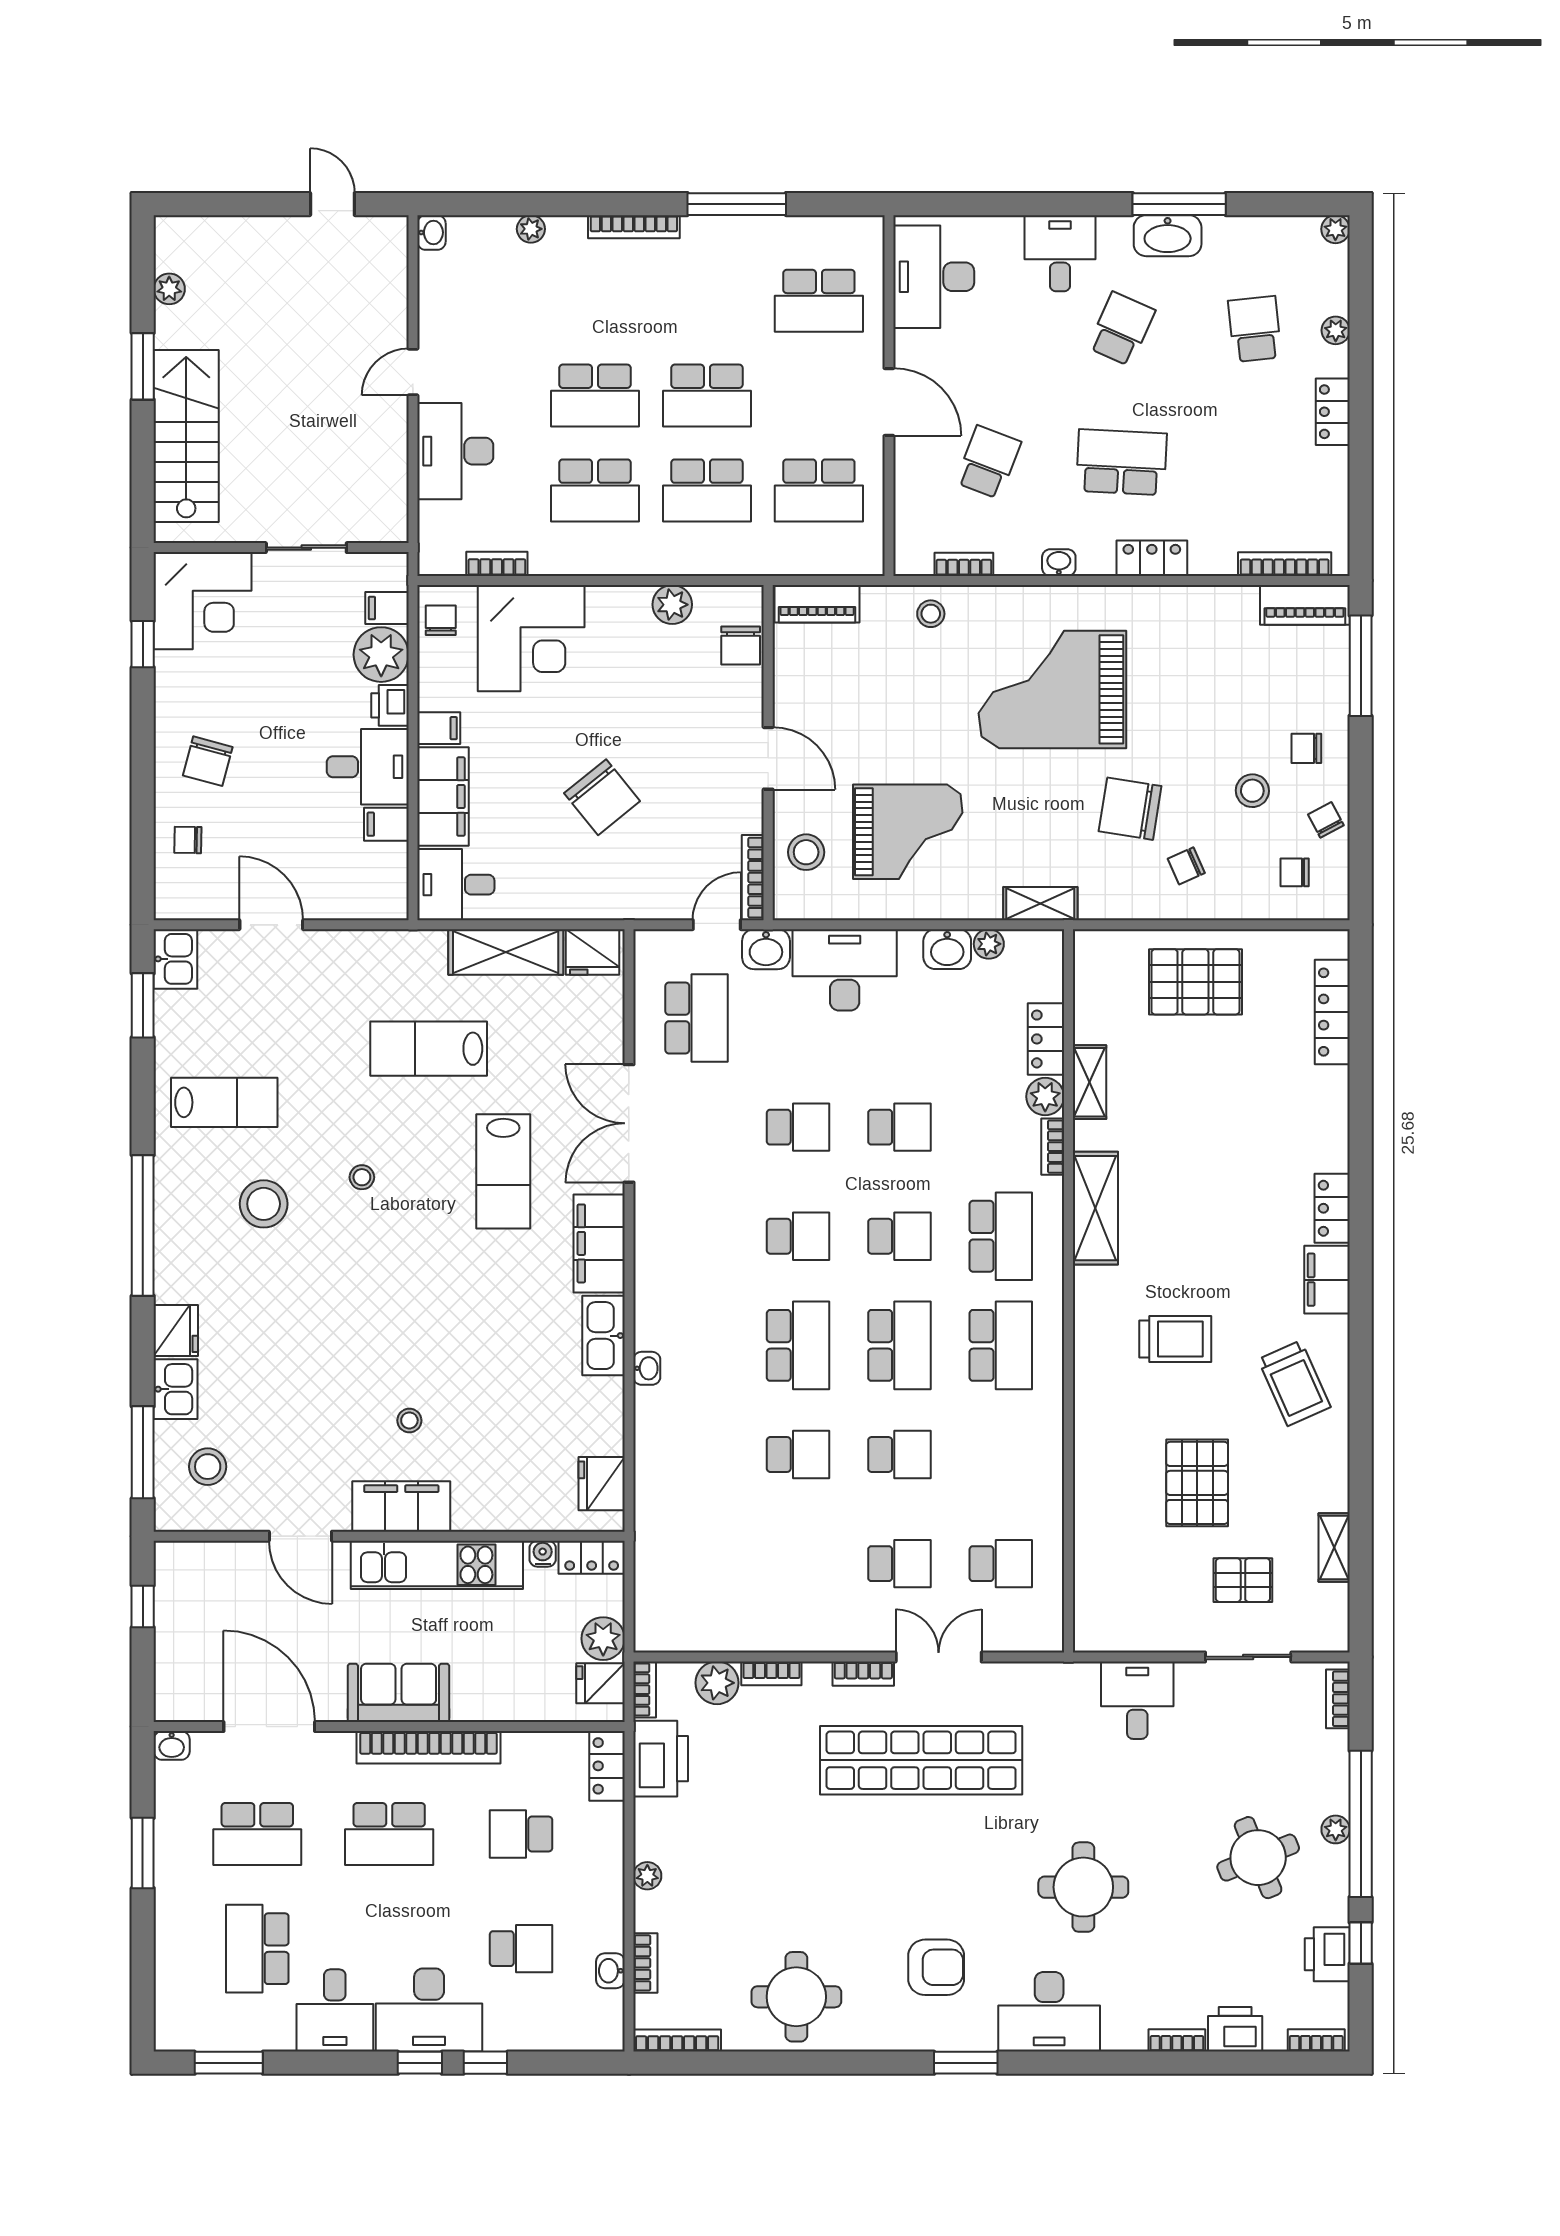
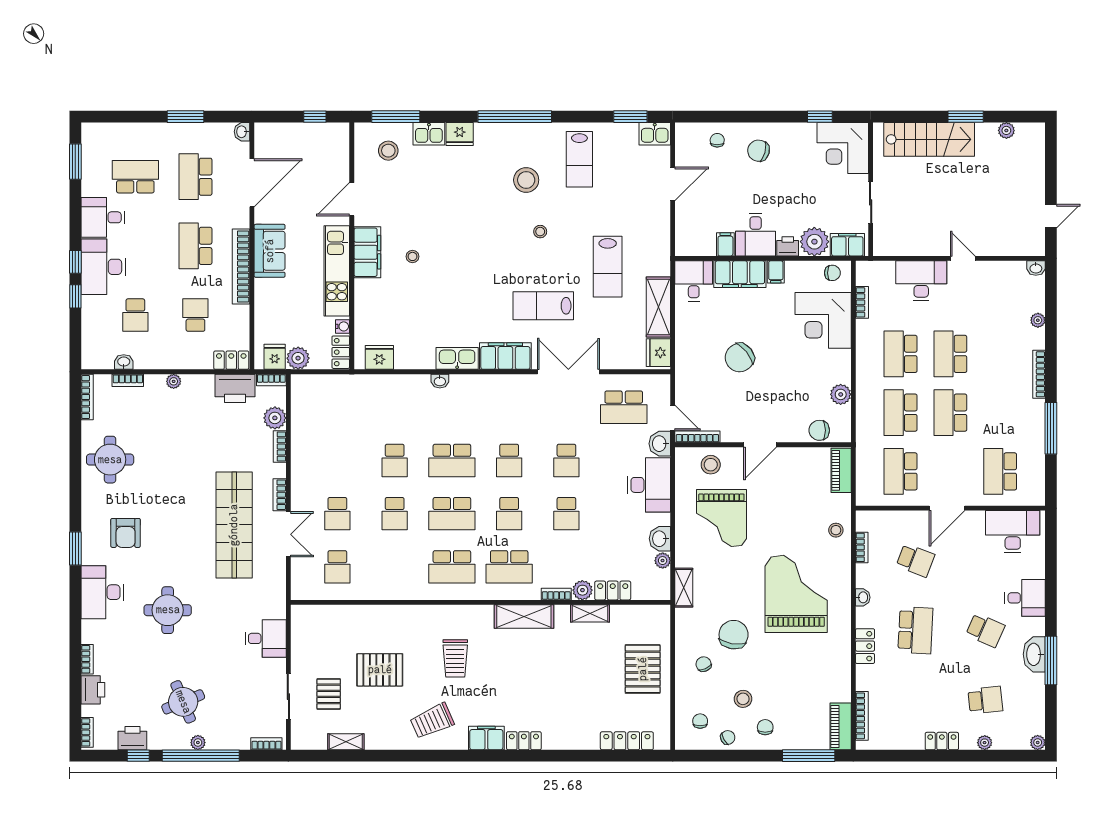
filing cabinet: (387, 608) -> (847, 245), width x2.00
lab bench: (429, 1049) -> (608, 267), turned 180

